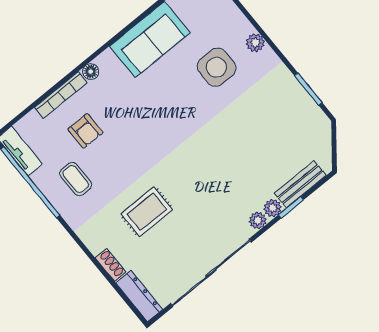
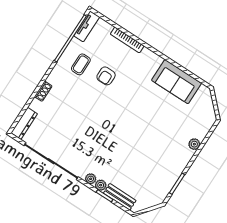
side table: (216, 67) -> (173, 126), removed
floor lamp: (91, 72) -> (147, 53), removed
armchair: (85, 131) -> (106, 76), moved
rug: (147, 212) -> (75, 112), removed
shoe rack: (110, 265) -> (43, 91), moved

